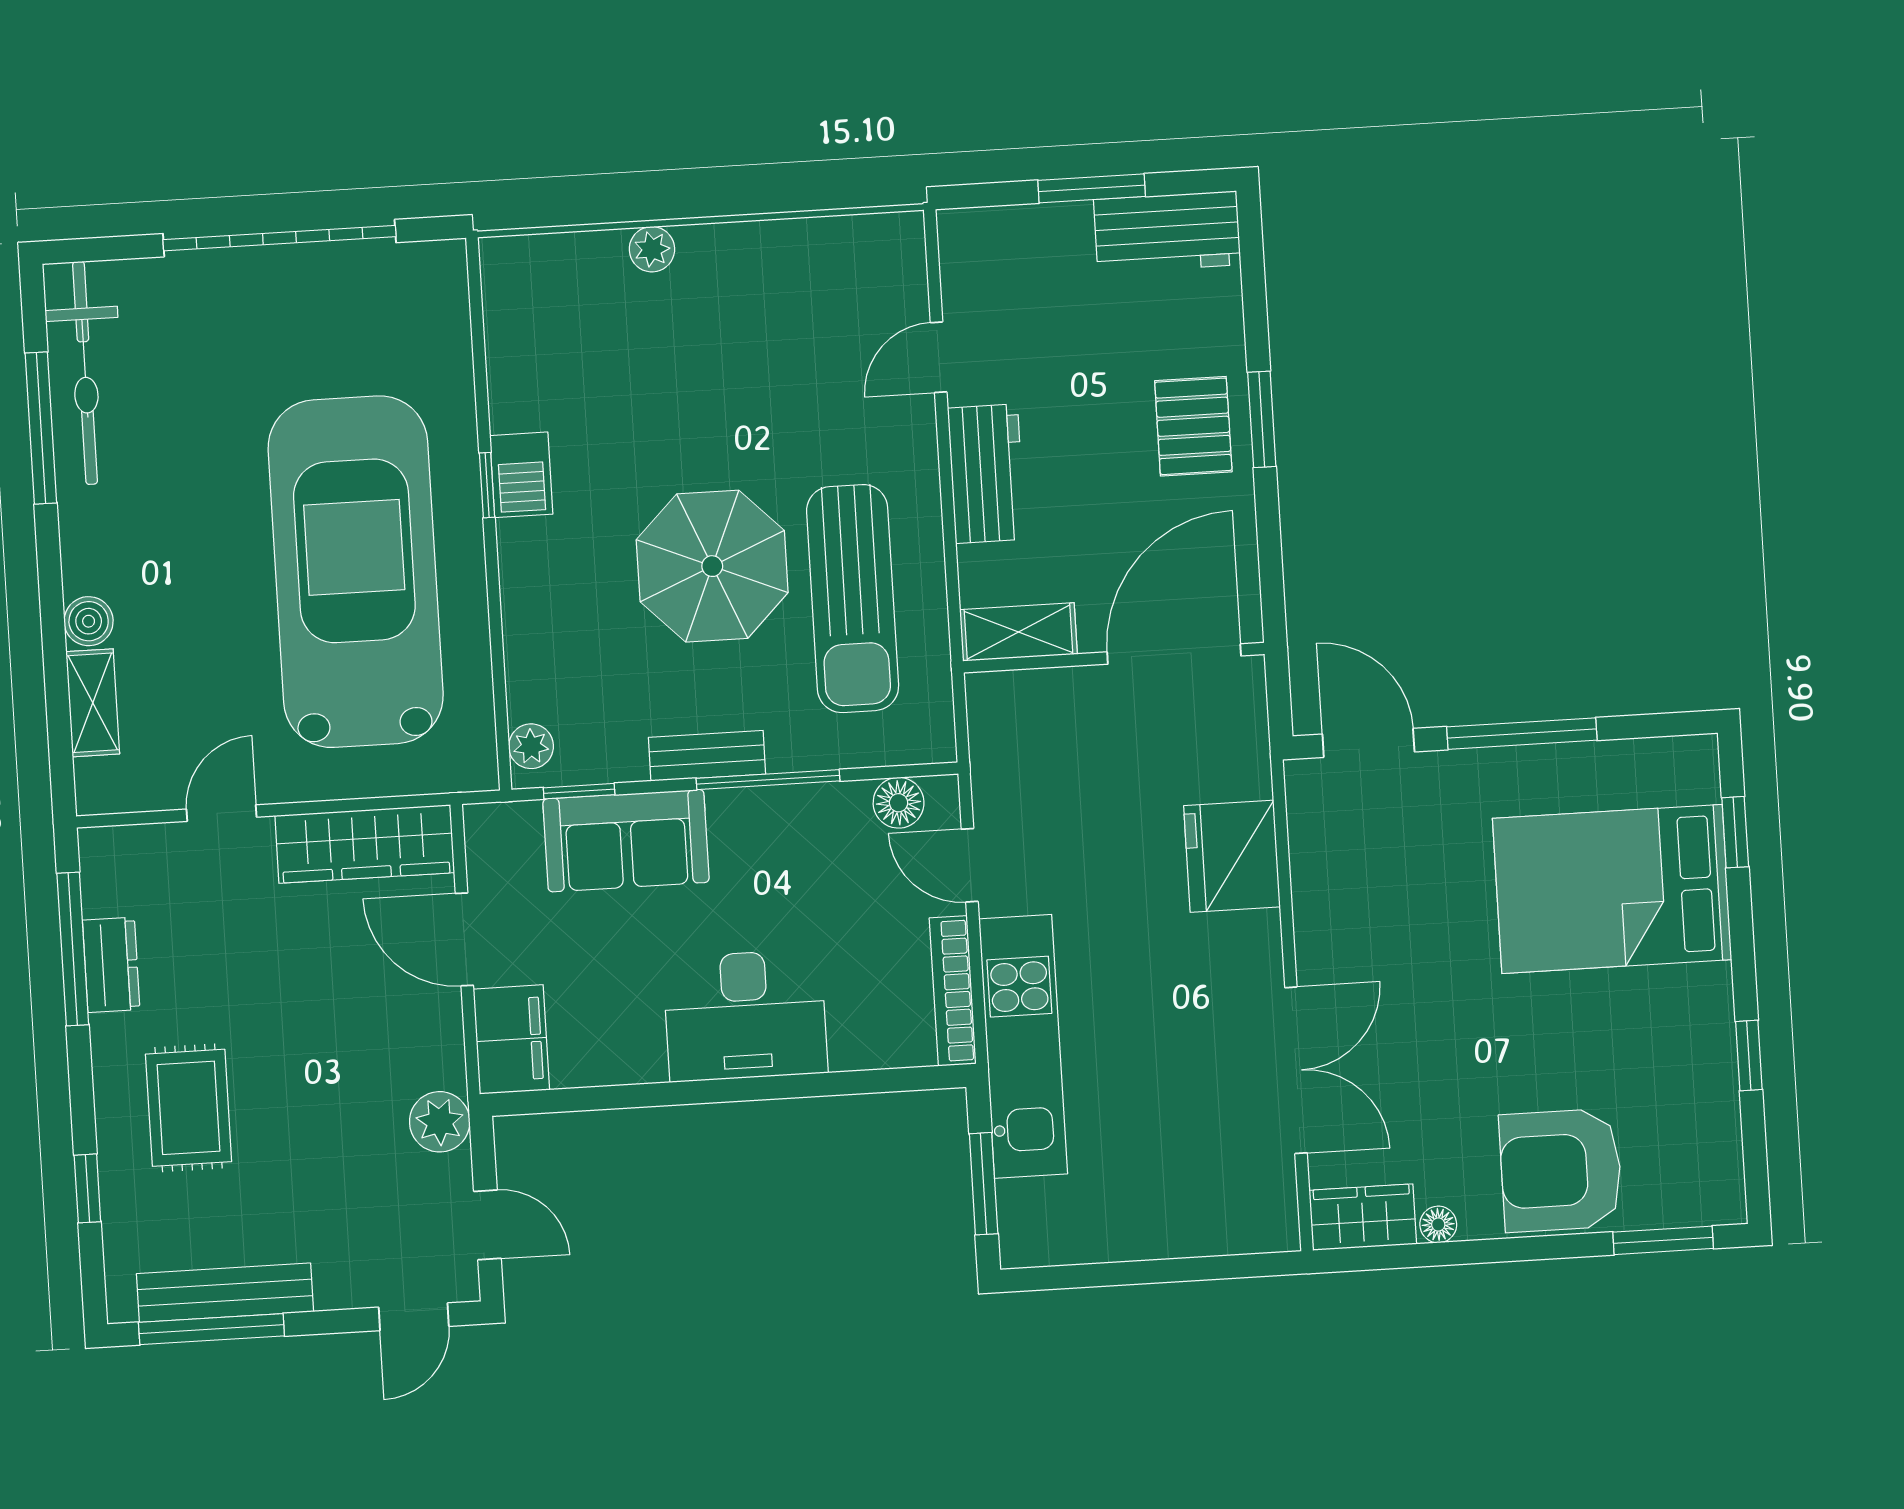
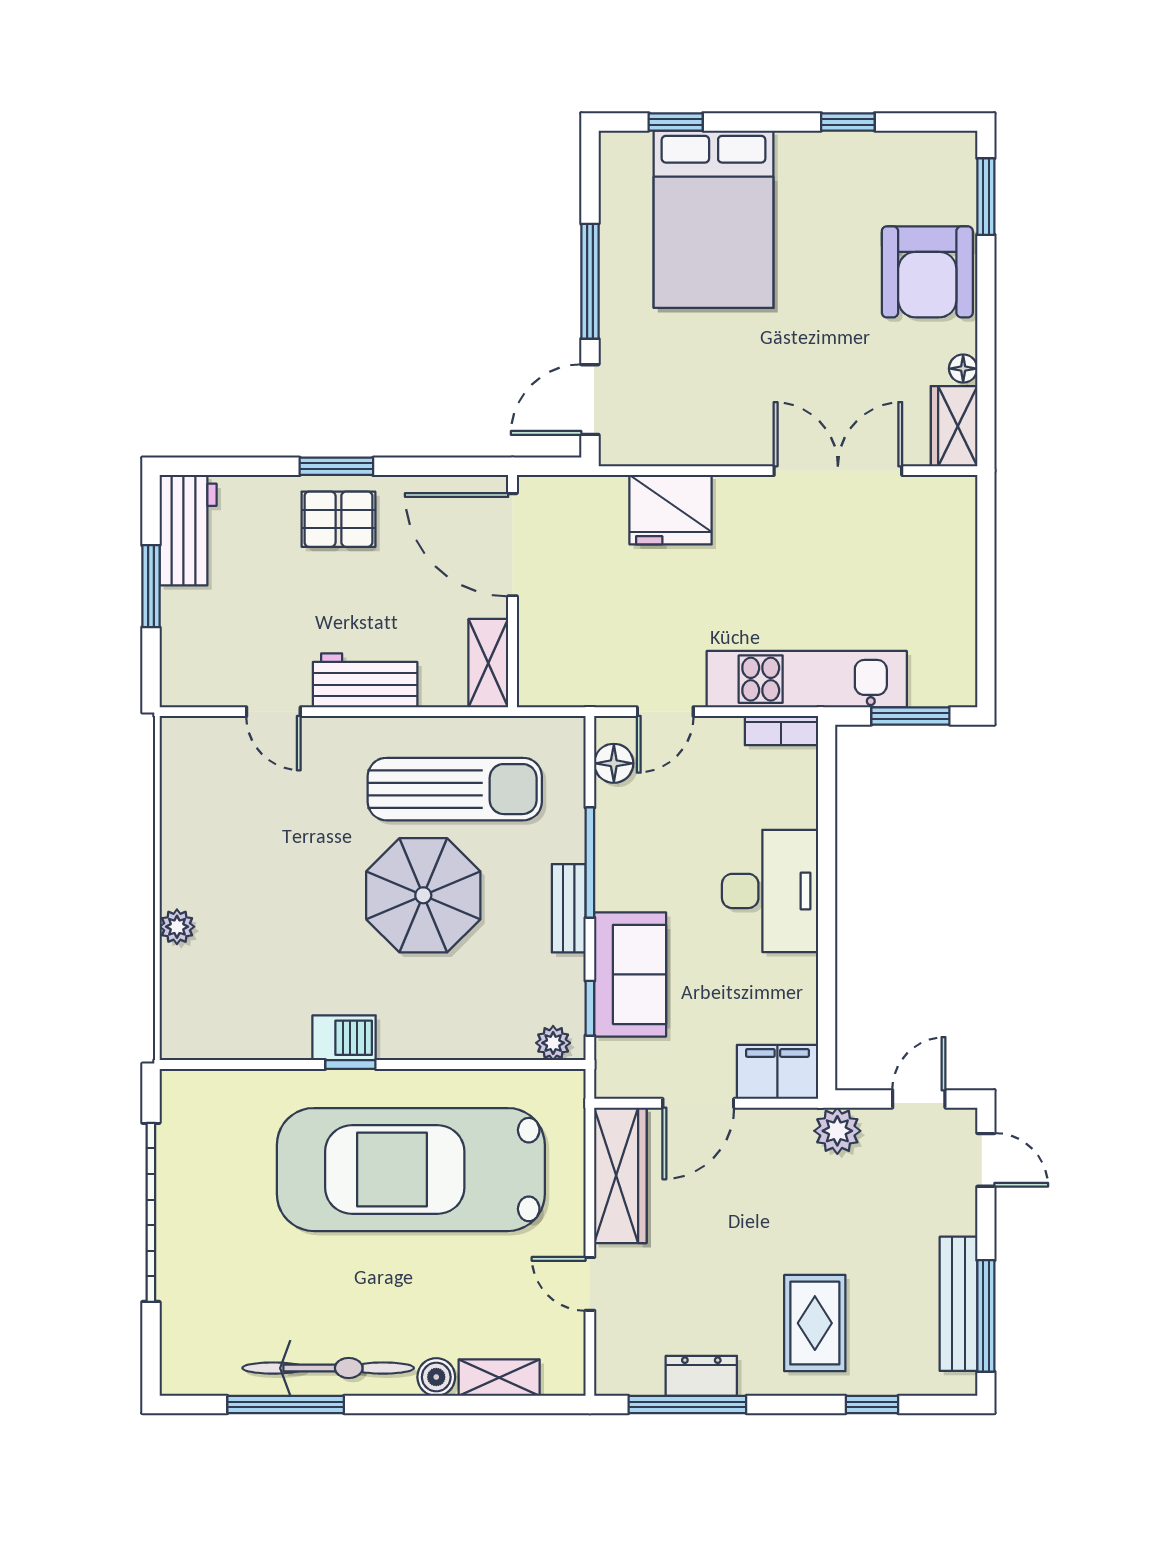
bicycle: (85, 373) -> (328, 1368), moved
bookcase: (953, 991) -> (781, 731), width x0.64
rug: (189, 1108) -> (815, 1323), turned 90

